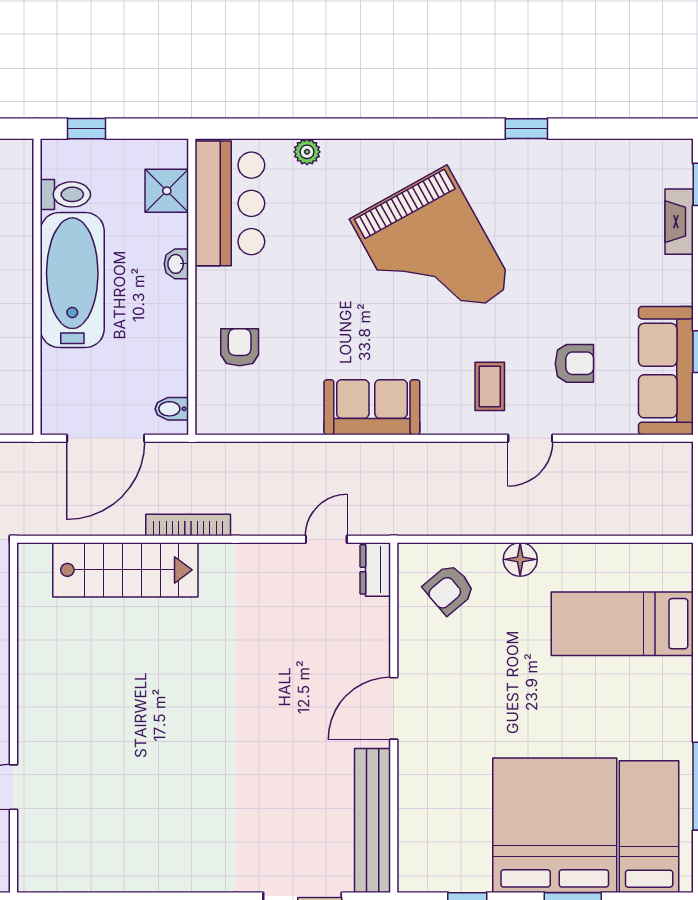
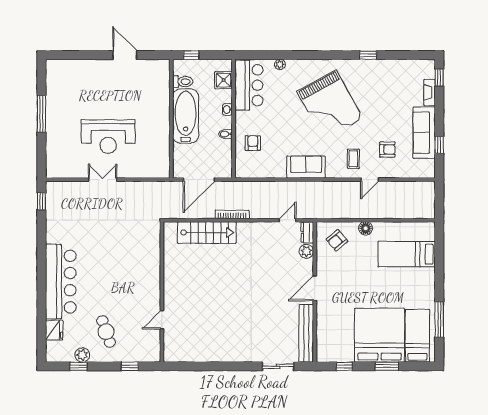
sofa: (666, 371) -> (424, 133), moved
bidet: (172, 409) -> (226, 134), moved
plant: (373, 617) -> (306, 251), added

